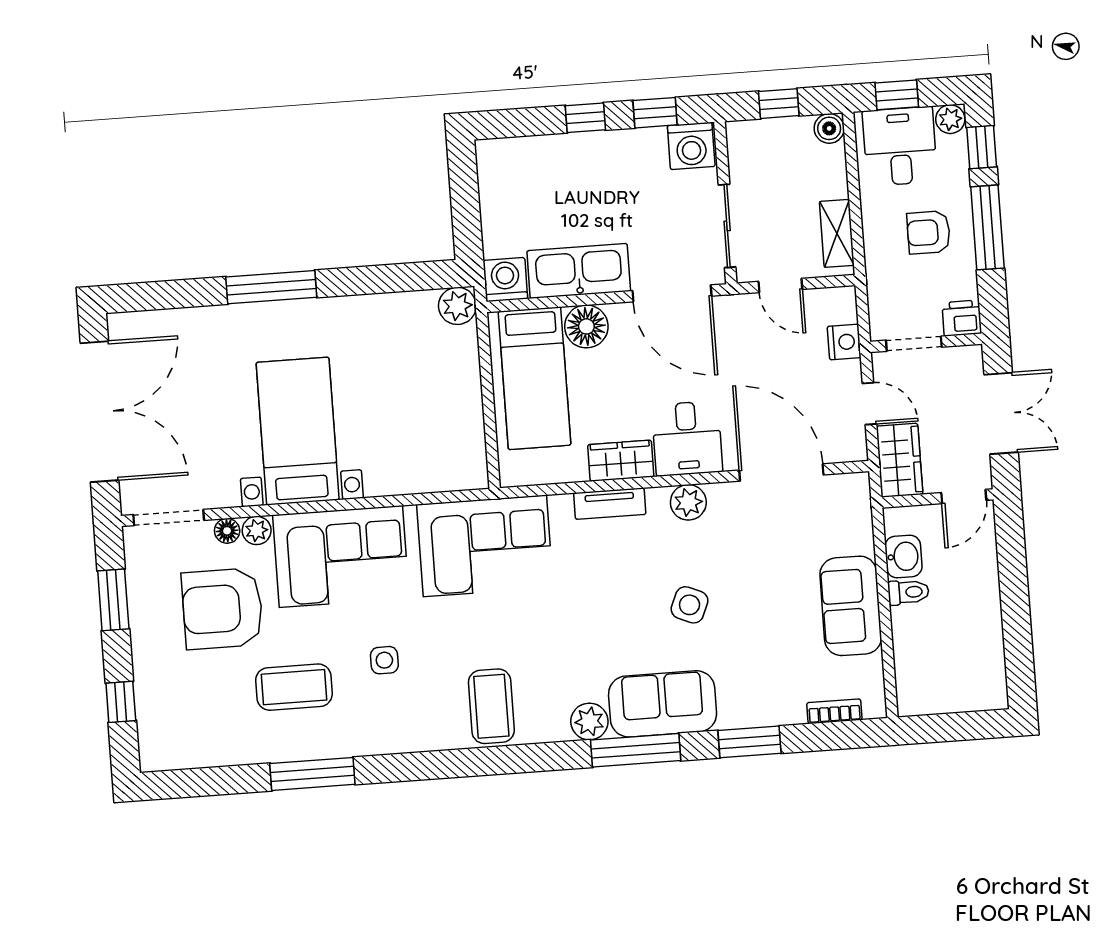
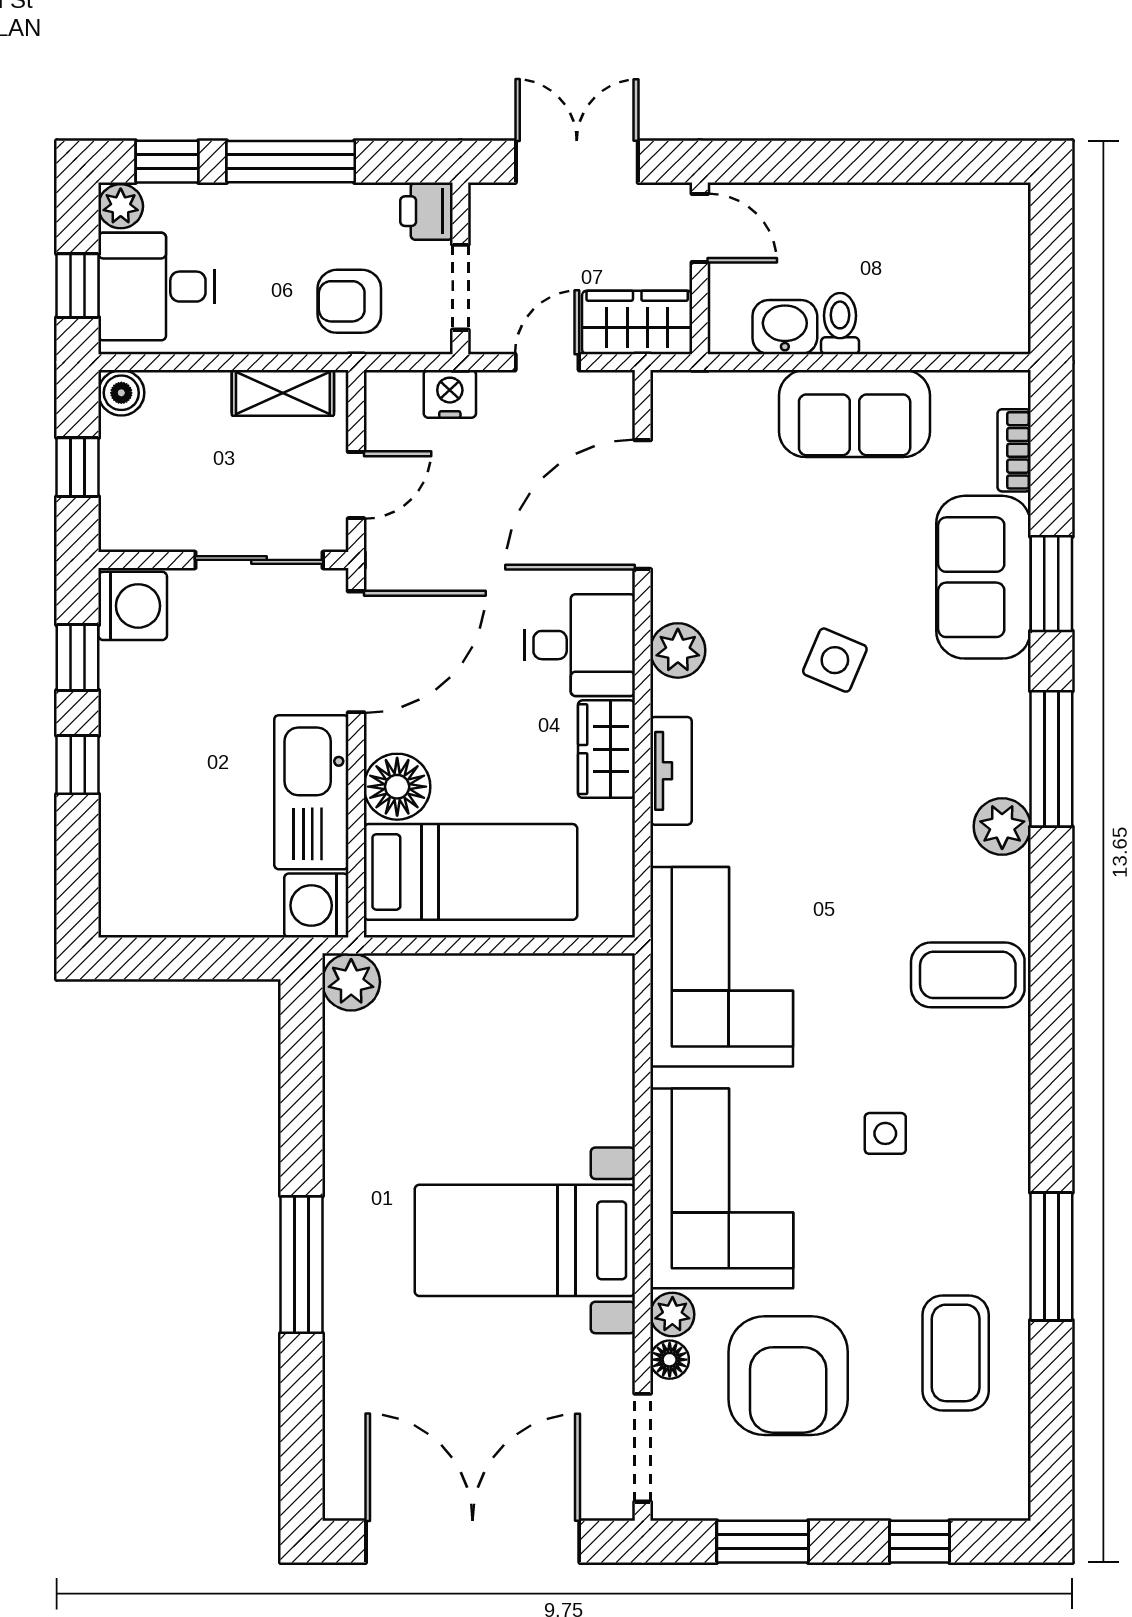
armchair: (929, 232) -> (349, 301), moved, turned 90
coffee table: (294, 687) -> (956, 1353), moved
sofa: (663, 704) -> (983, 577), moved

